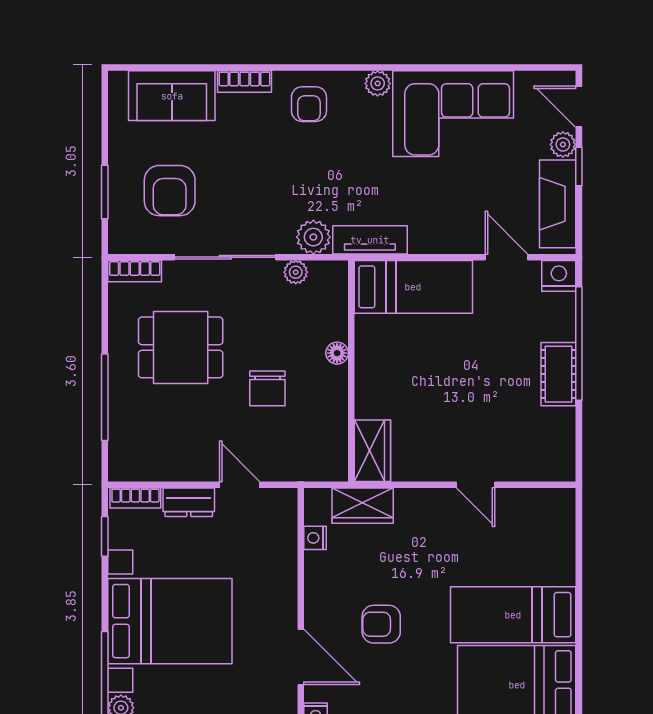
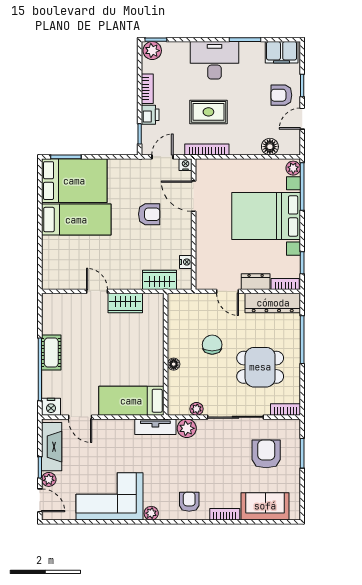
wardrobe: (372, 451) -> (125, 303), moved, turned -90
dresser: (158, 464) -> (273, 303), added

